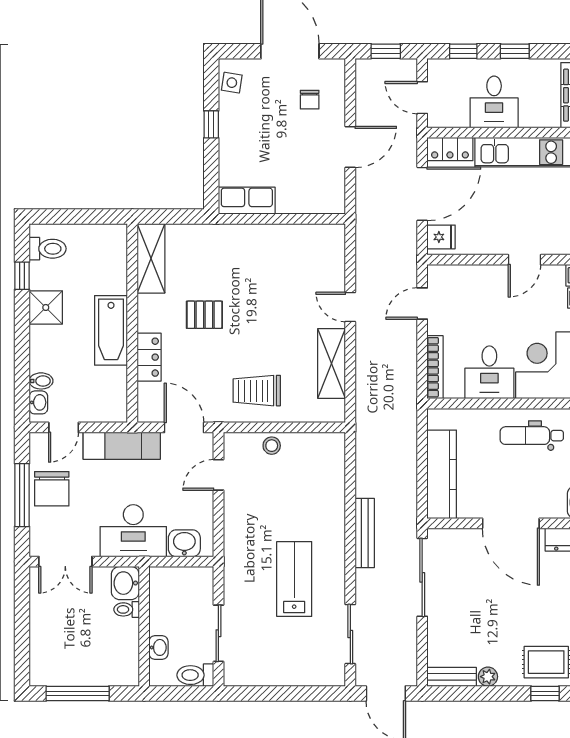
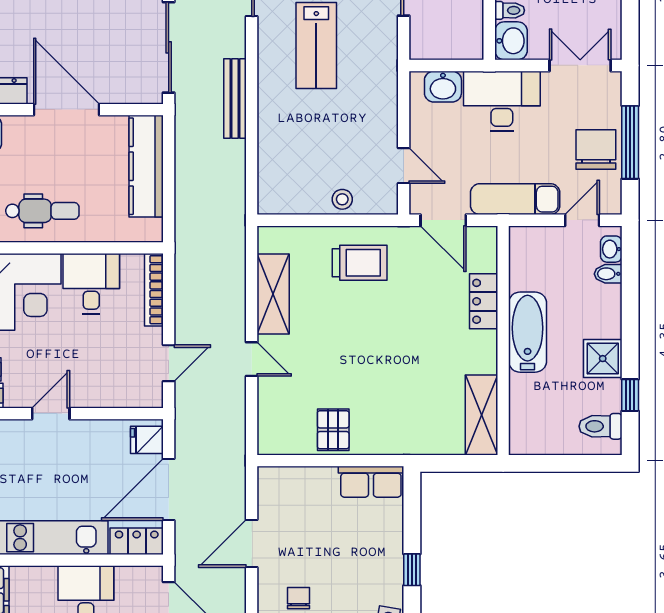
pallet: (204, 315) -> (333, 430), moved, turned 90
door: (218, 475) -> (404, 166), hinge flipped

